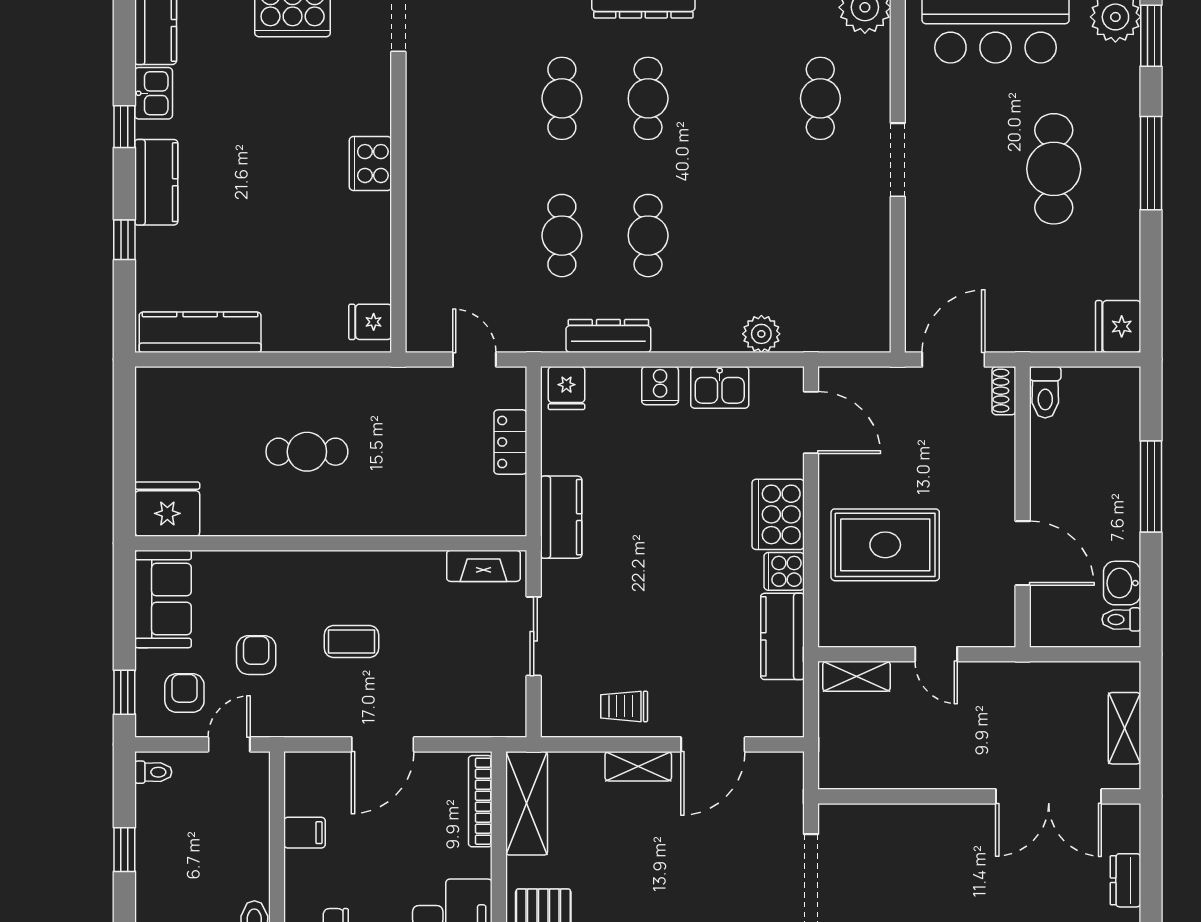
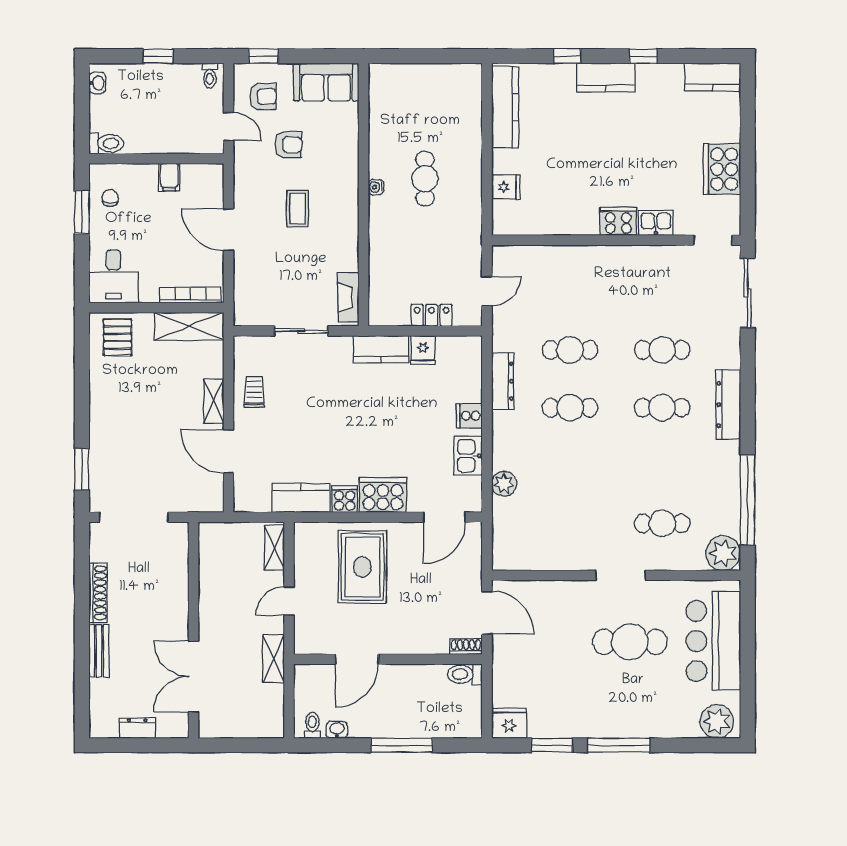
window: (1151, 36) -> (552, 745), moved
kitchen sink: (154, 93) -> (656, 223), moved, turned 180
cafe table: (1054, 169) -> (630, 642), moved
fridge: (370, 322) -> (506, 187), moved, turned 90
fridge: (566, 388) -> (423, 350), moved, turned -90
fridge: (167, 509) -> (386, 85), removed
water cooler: (319, 525) -> (376, 187), added
washbasin: (1122, 583) -> (337, 730), width x0.72, depth x0.69
shelving: (1124, 728) -> (274, 659), moved, turned 90

